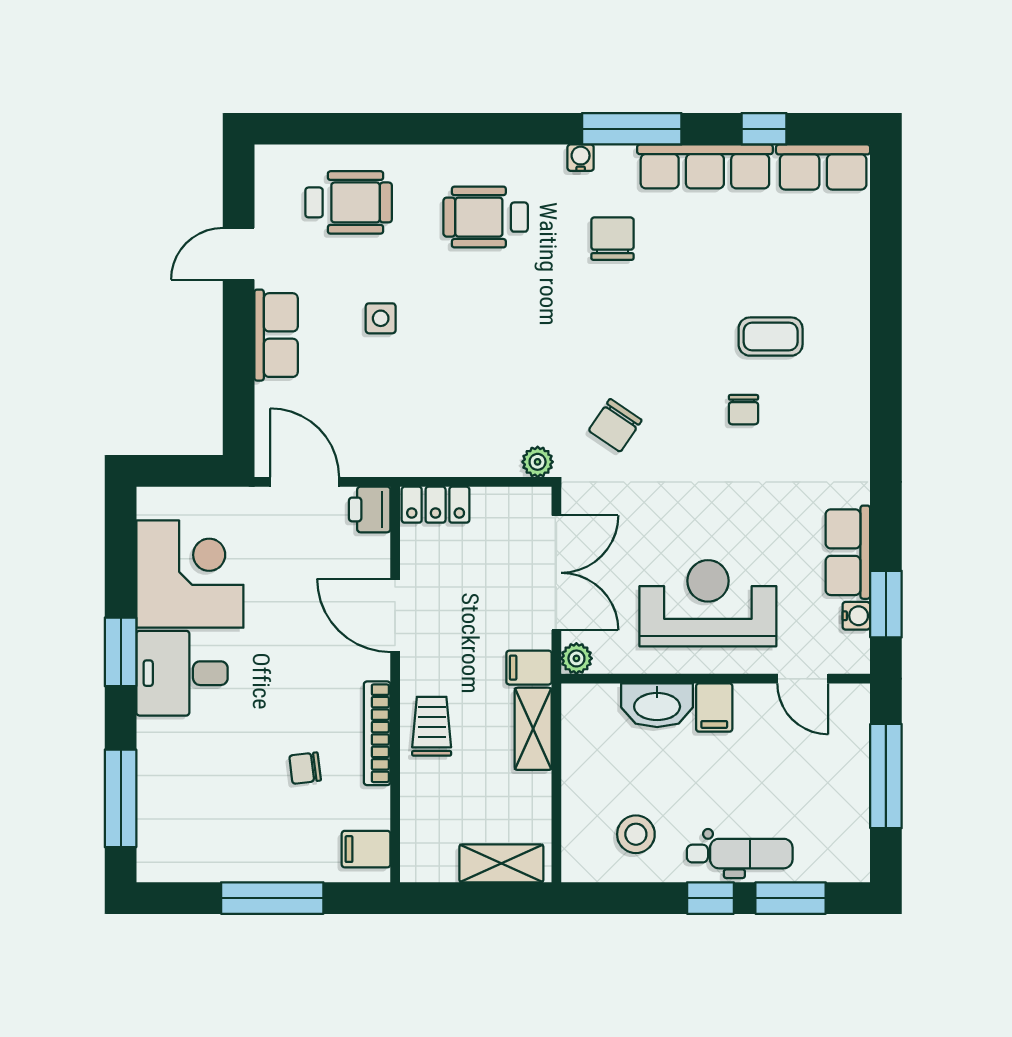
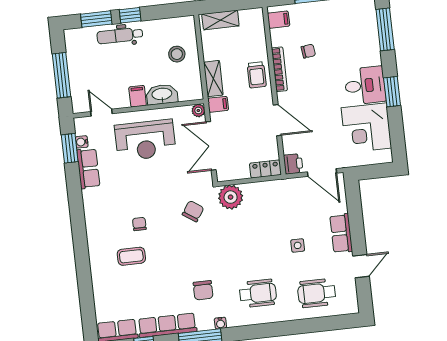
plant: (538, 462) -> (231, 197), width x1.87, depth x1.87
stool: (636, 834) -> (177, 54), moved

